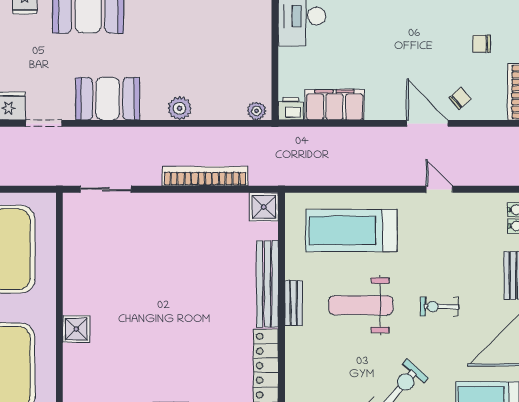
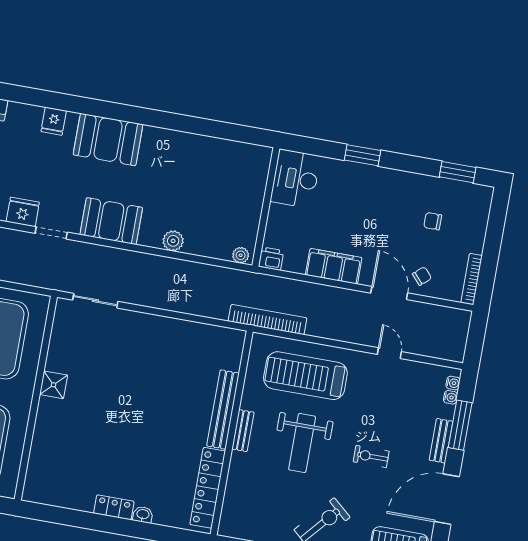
chair: (482, 44) -> (433, 221), moved
filing cabinet: (334, 105) -> (334, 266), moved
bookcase: (205, 176) -> (268, 319), moved
shower: (264, 207) -> (232, 341), removed
weight bench: (361, 305) -> (302, 443), turned -90
shower: (76, 329) -> (54, 385), moved

